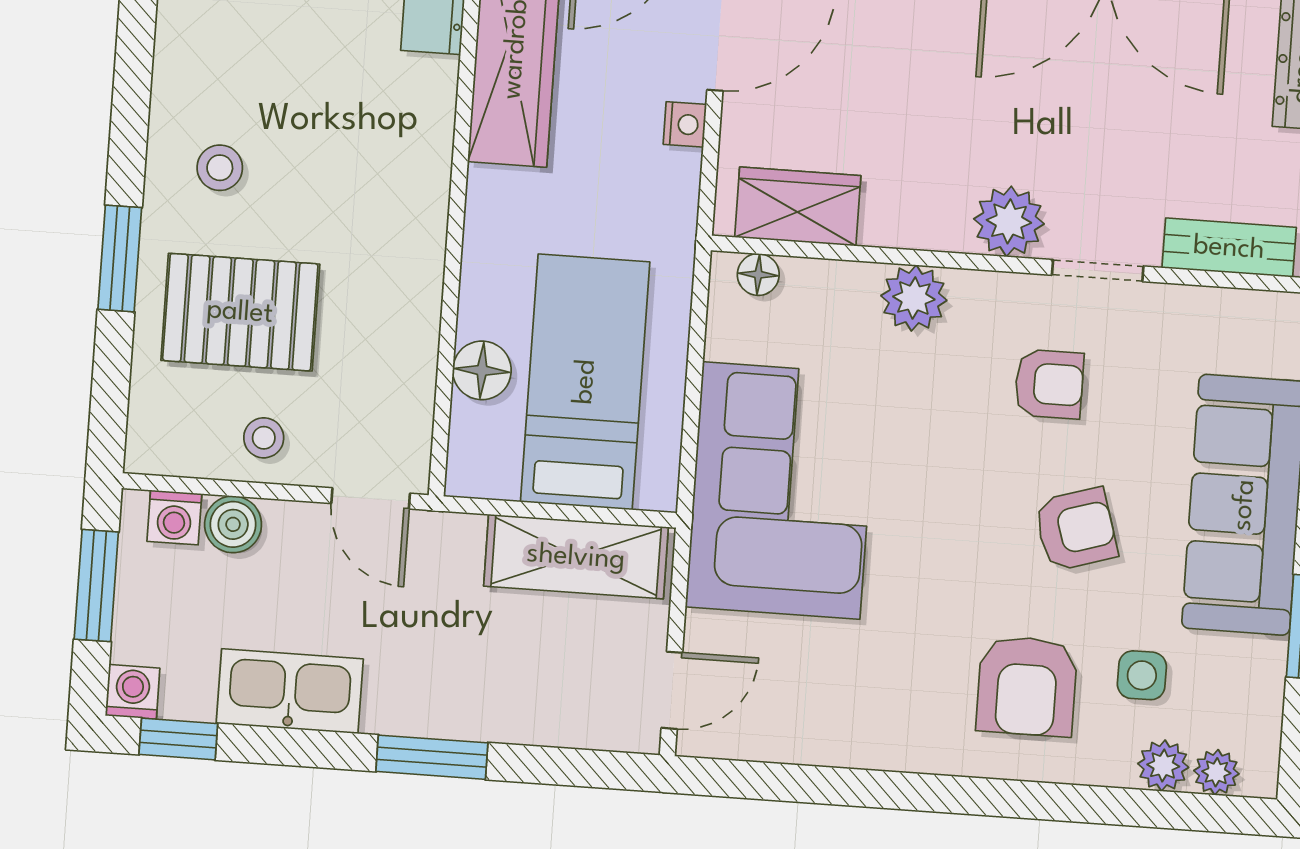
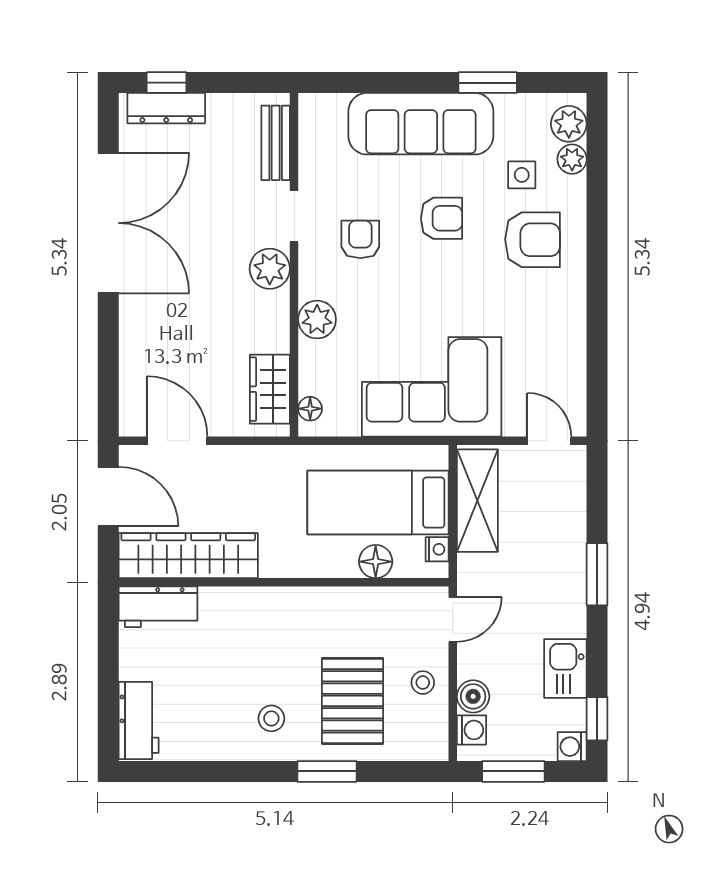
nightstand: (685, 124) -> (437, 549), moved, turned 90
armchair: (1076, 529) -> (442, 218), turned 107
kitchen sink: (290, 691) -> (565, 668), width x0.73
plant: (1216, 772) -> (569, 124), width x1.38, depth x1.38

